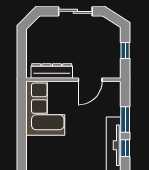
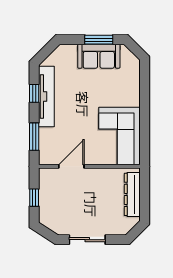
dresser: (52, 71) -> (132, 194), moved, turned 90
window: (125, 119) -> (34, 137), moved

